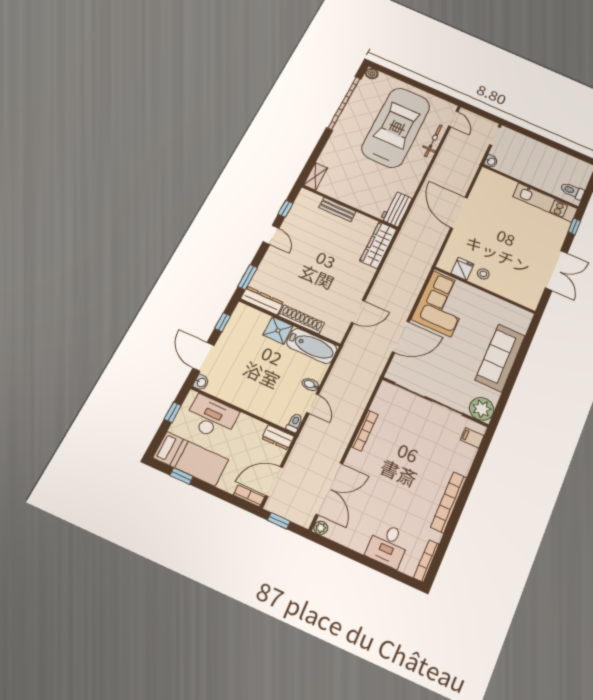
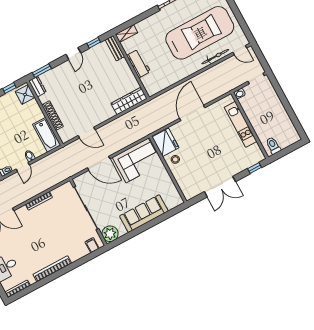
door: (453, 119) -> (240, 50), hinge flipped
kitchen unit: (545, 203) -> (241, 124), moved
workbench: (396, 209) -> (138, 64), moved, turned 90
bench: (337, 210) -> (115, 48), moved
fridge: (462, 269) -> (165, 142), width x1.88, depth x1.34
dresser: (262, 301) -> (38, 86), width x0.70
shower: (278, 330) -> (25, 95), moved

